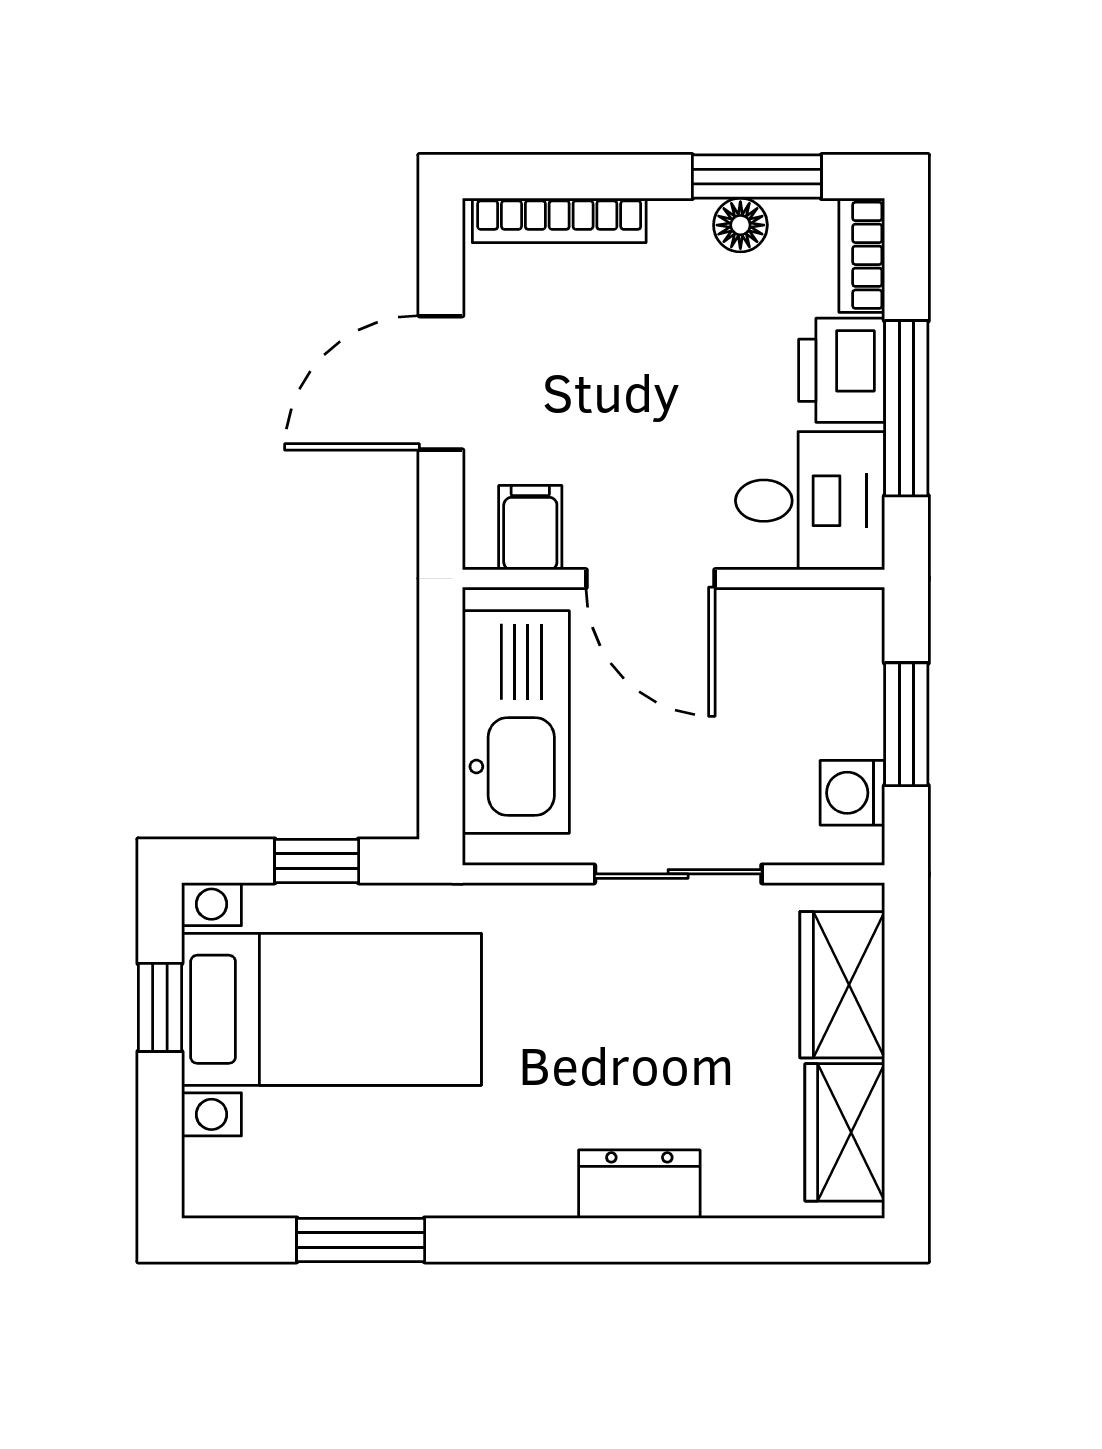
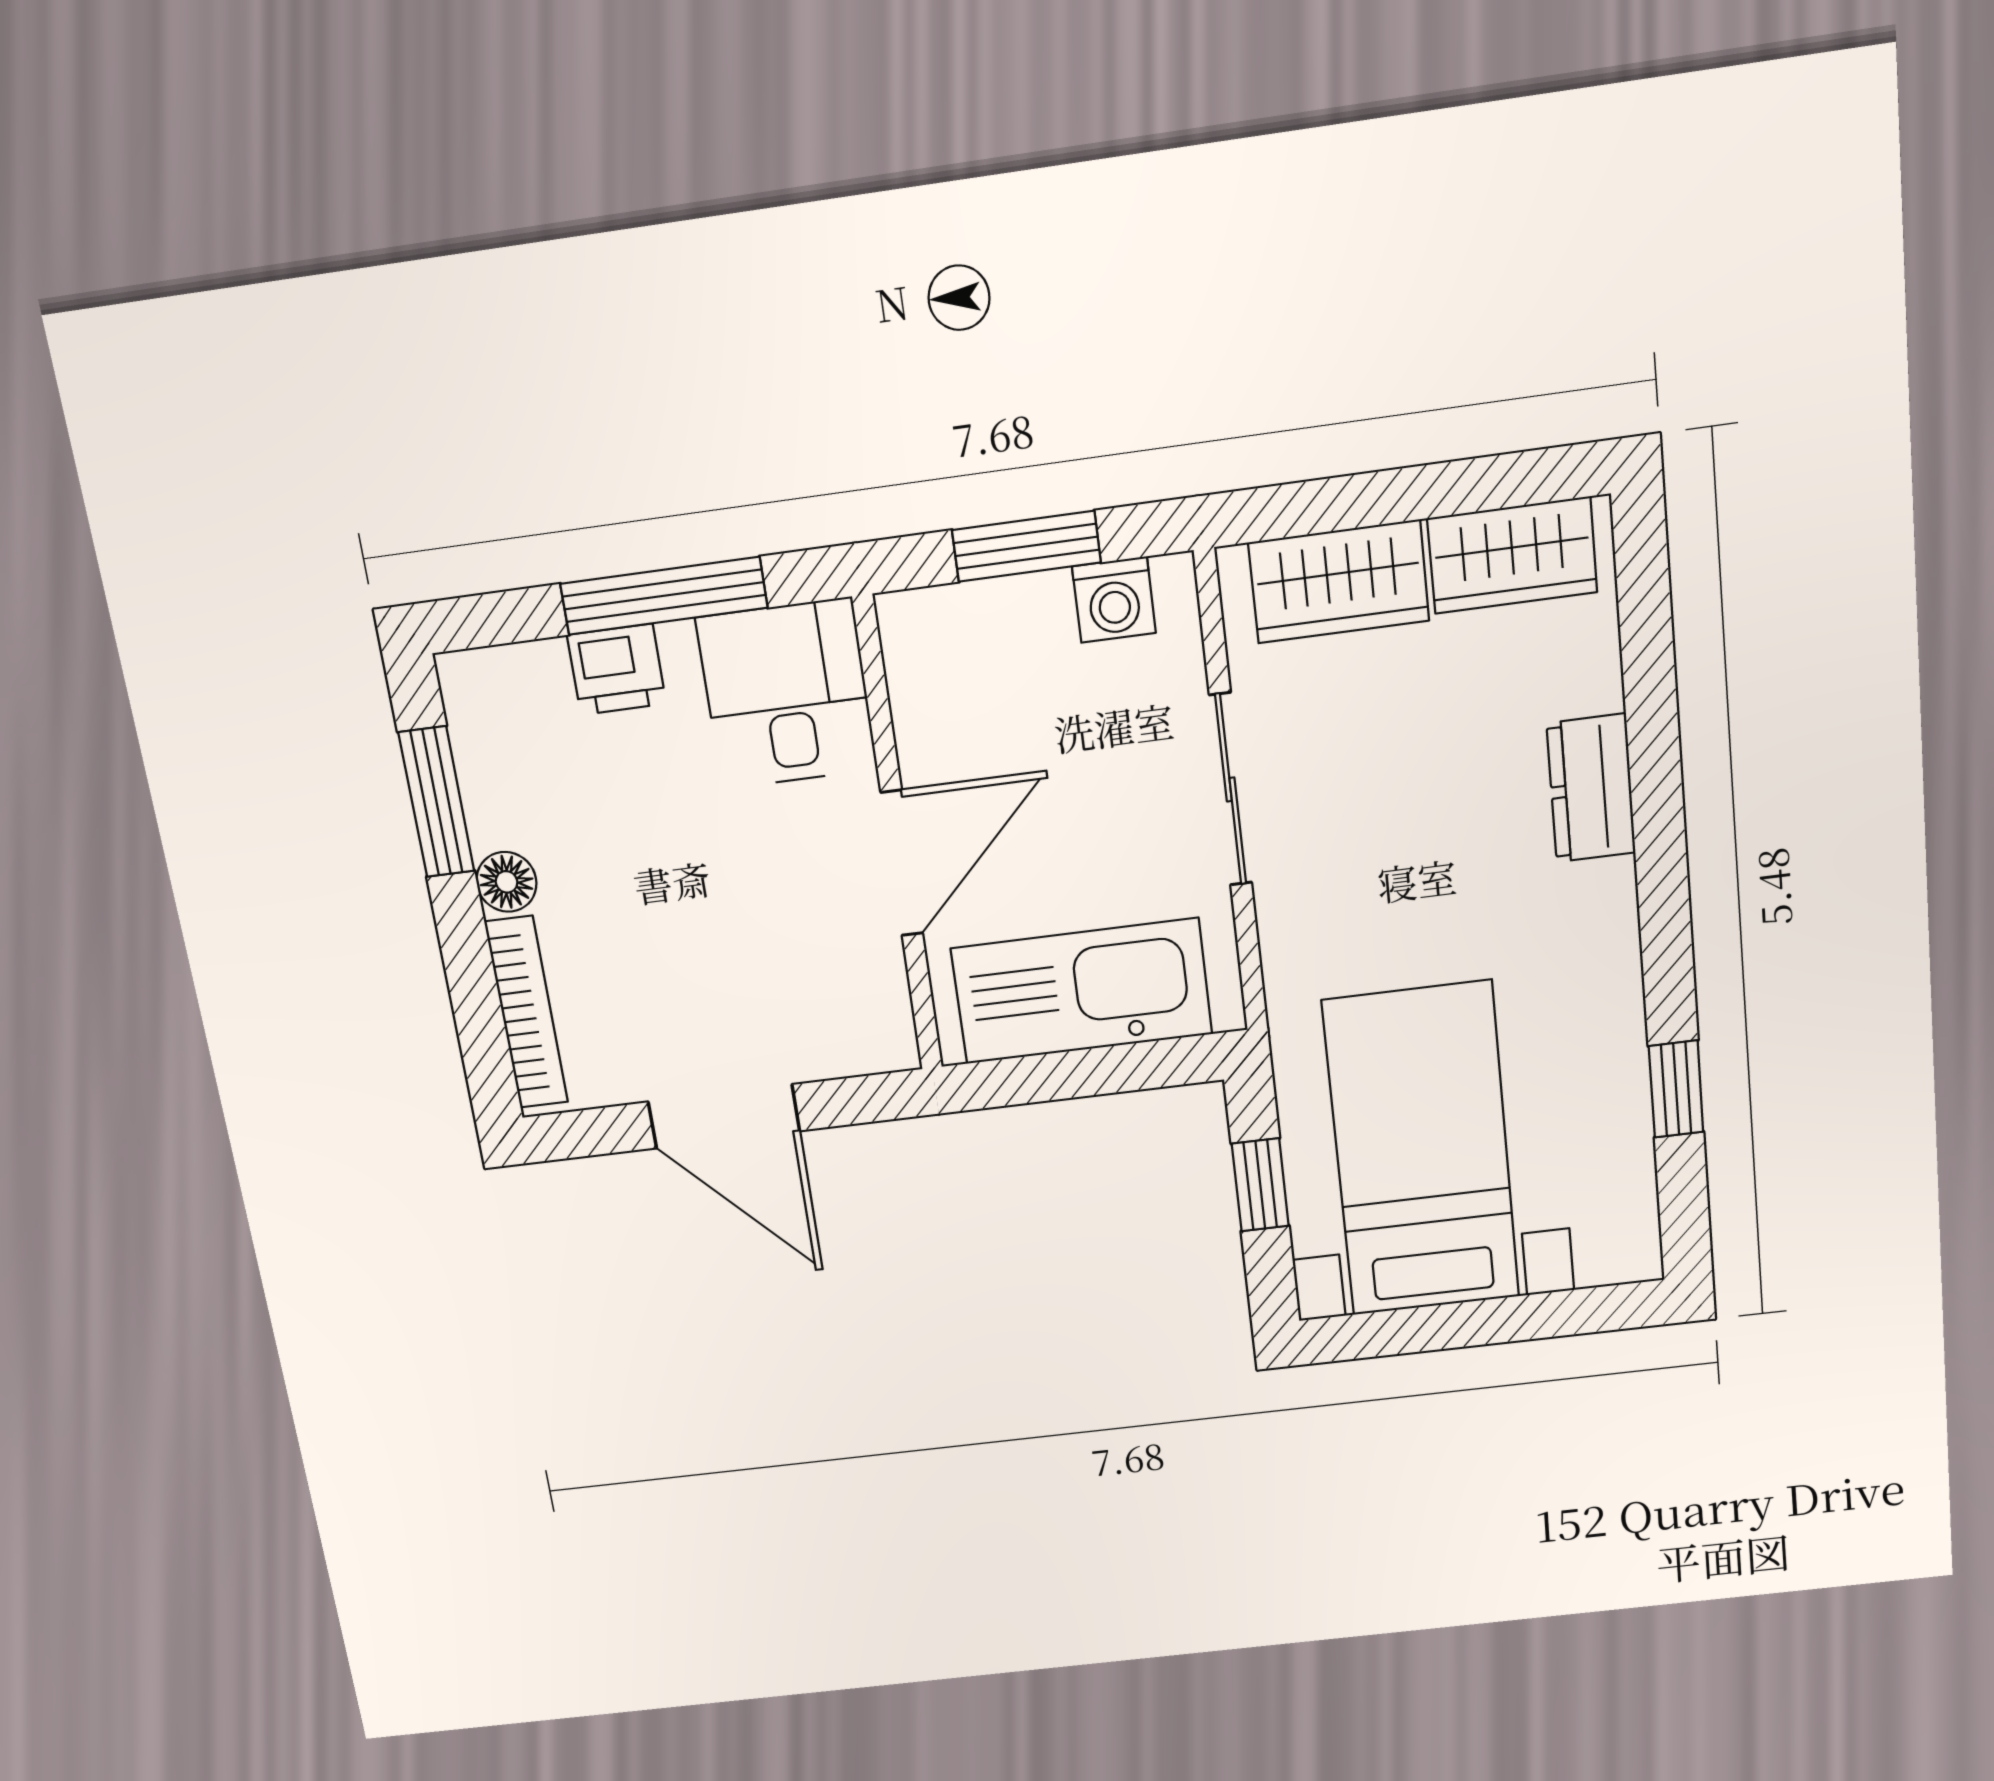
floor lamp: (740, 225) -> (507, 882), moved
bookcase: (862, 255) -> (501, 671), removed
printer: (842, 370) -> (617, 669), width x0.73, depth x0.81
filing cabinet: (530, 528) -> (865, 1002), removed
window: (160, 1007) -> (1436, 1328), removed
window: (361, 1240) -> (1676, 1089), width x0.67

